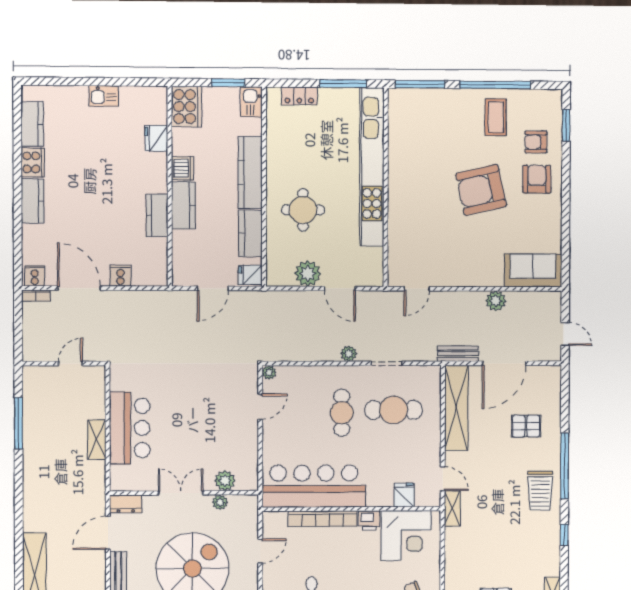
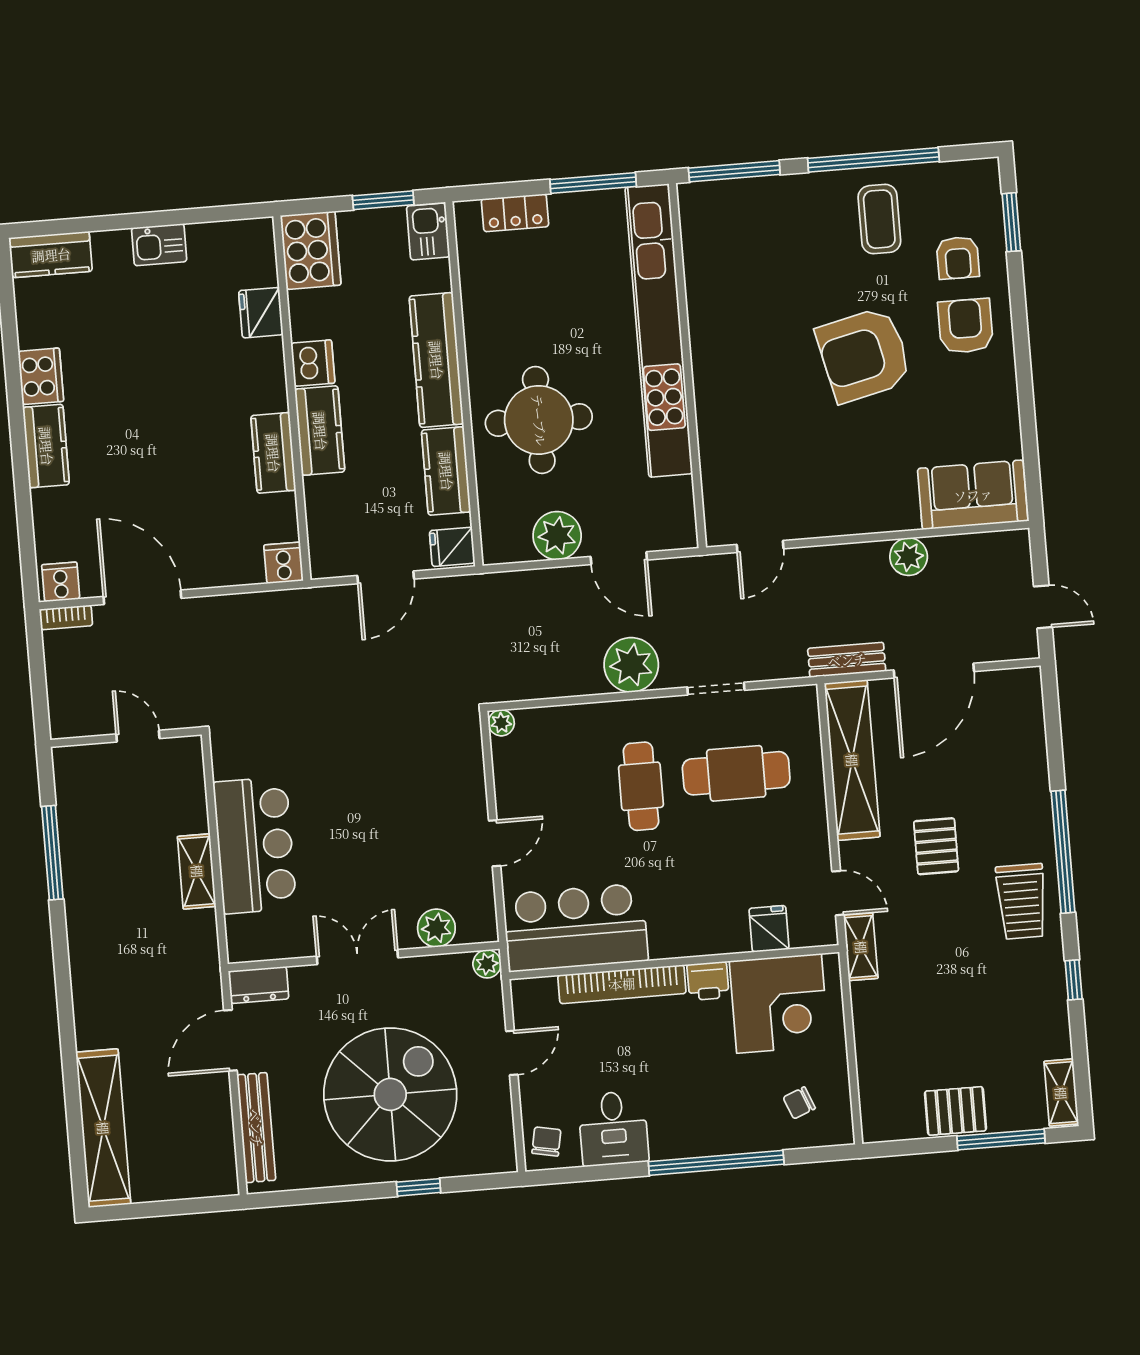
kitchen counter: (32, 124) -> (51, 255), moved, turned 90
armchair: (536, 142) -> (958, 258), turned -90
round table: (303, 210) -> (539, 420), width x1.36, depth x1.36
cooker: (121, 276) -> (284, 563), moved
plant: (349, 354) -> (631, 665), width x1.88, depth x1.88
door: (70, 364) -> (138, 736), hinge flipped
door: (260, 407) -> (495, 843), moved
pallet: (526, 426) -> (936, 846), moved, turned 90
bar counter: (314, 486) -> (576, 928), width x0.73
plant: (220, 502) -> (487, 964), moved

